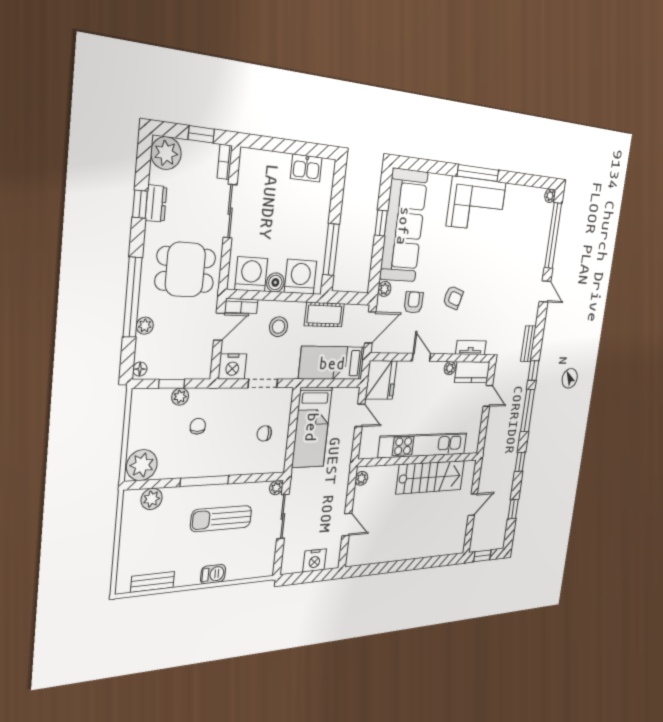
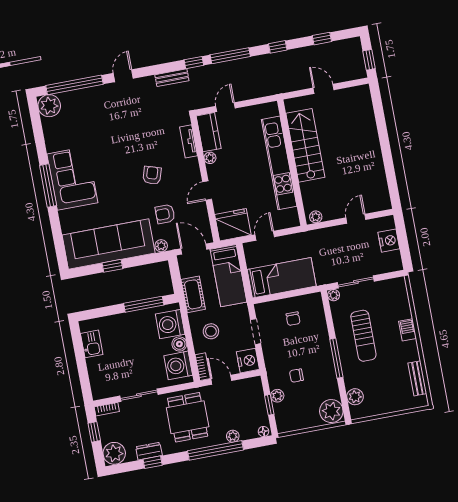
plant: (550, 196) -> (49, 106), width x1.88, depth x1.88

